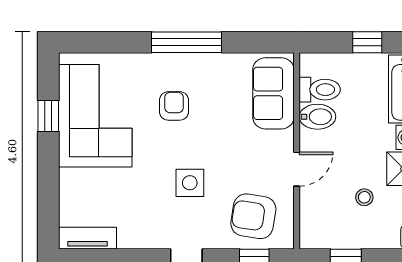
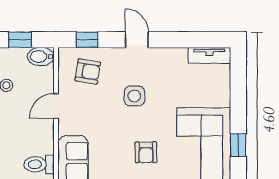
bidet: (317, 117) -> (41, 57), moved
armchair: (253, 216) -> (88, 71), width x0.72, depth x0.72

